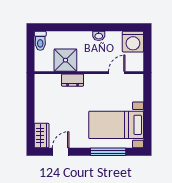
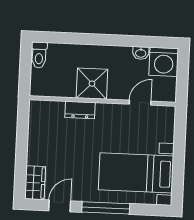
washbasin: (99, 36) -> (141, 53), moved
shower: (65, 60) -> (92, 84), moved
window: (108, 152) -> (106, 208), moved

